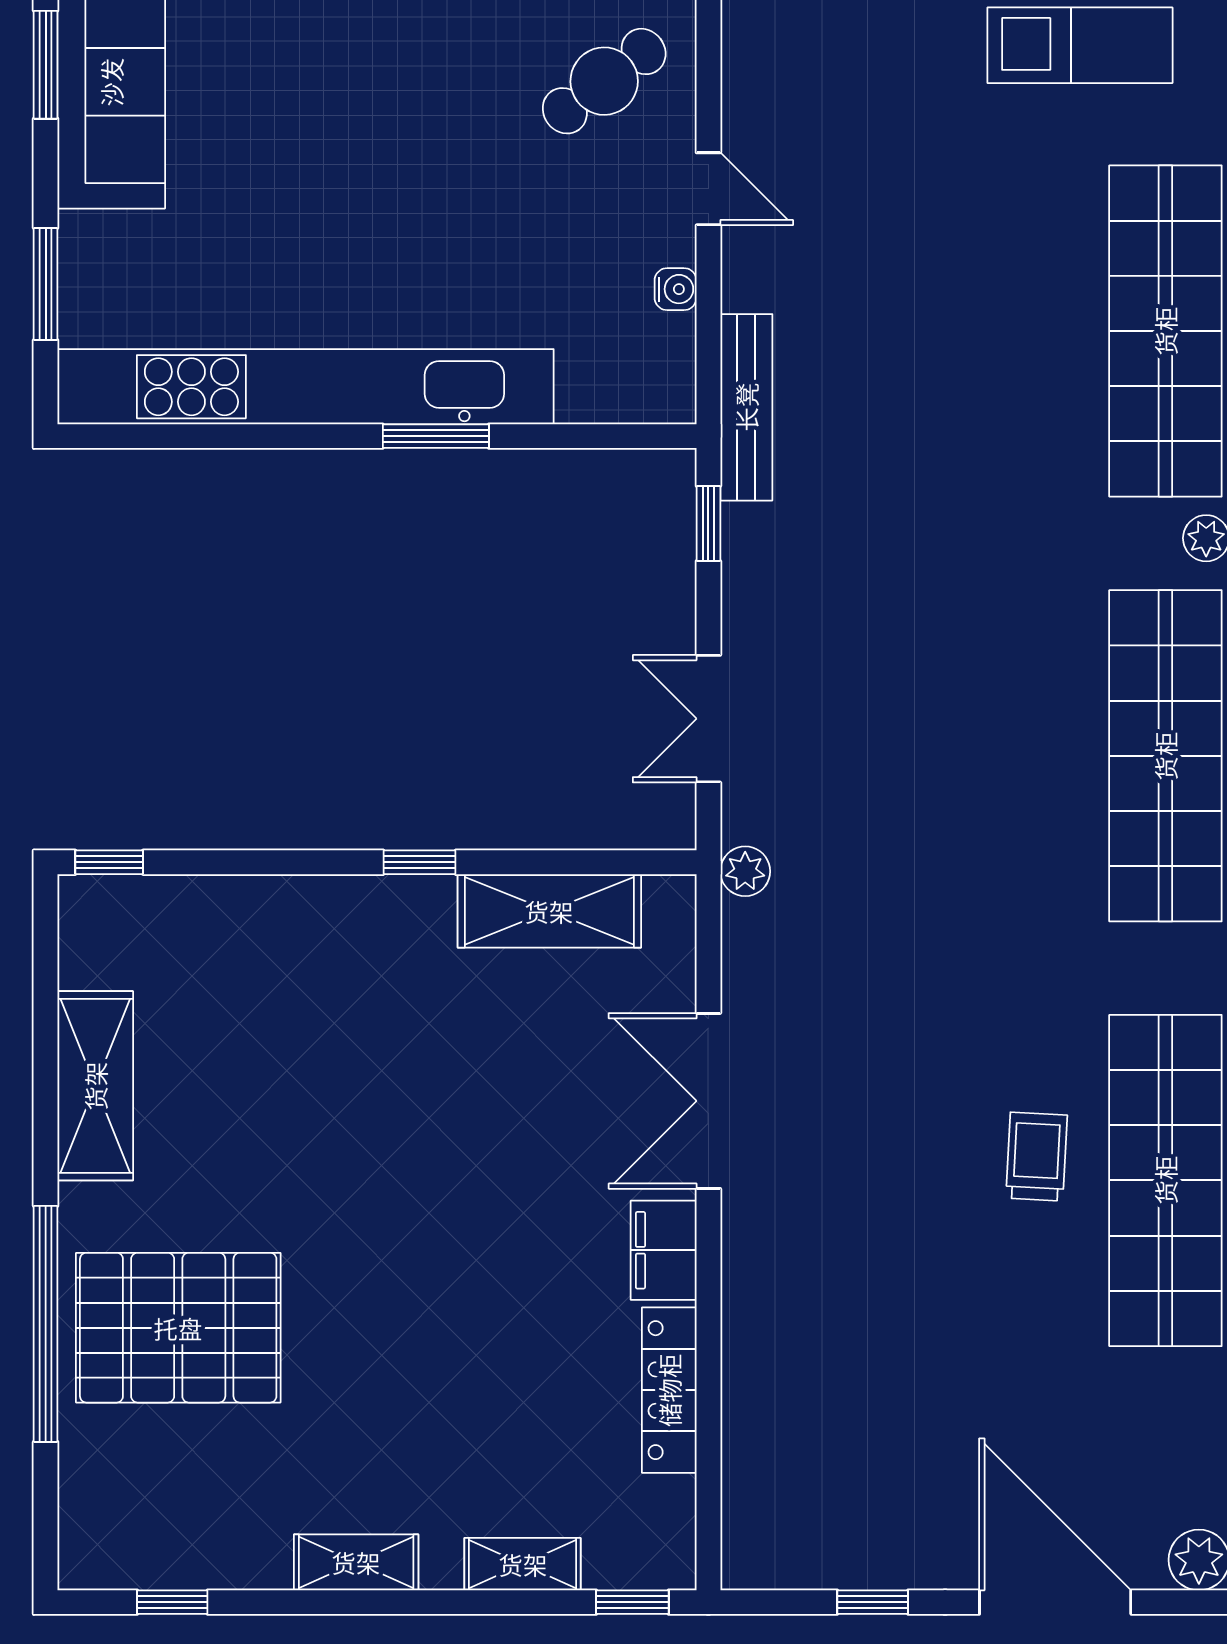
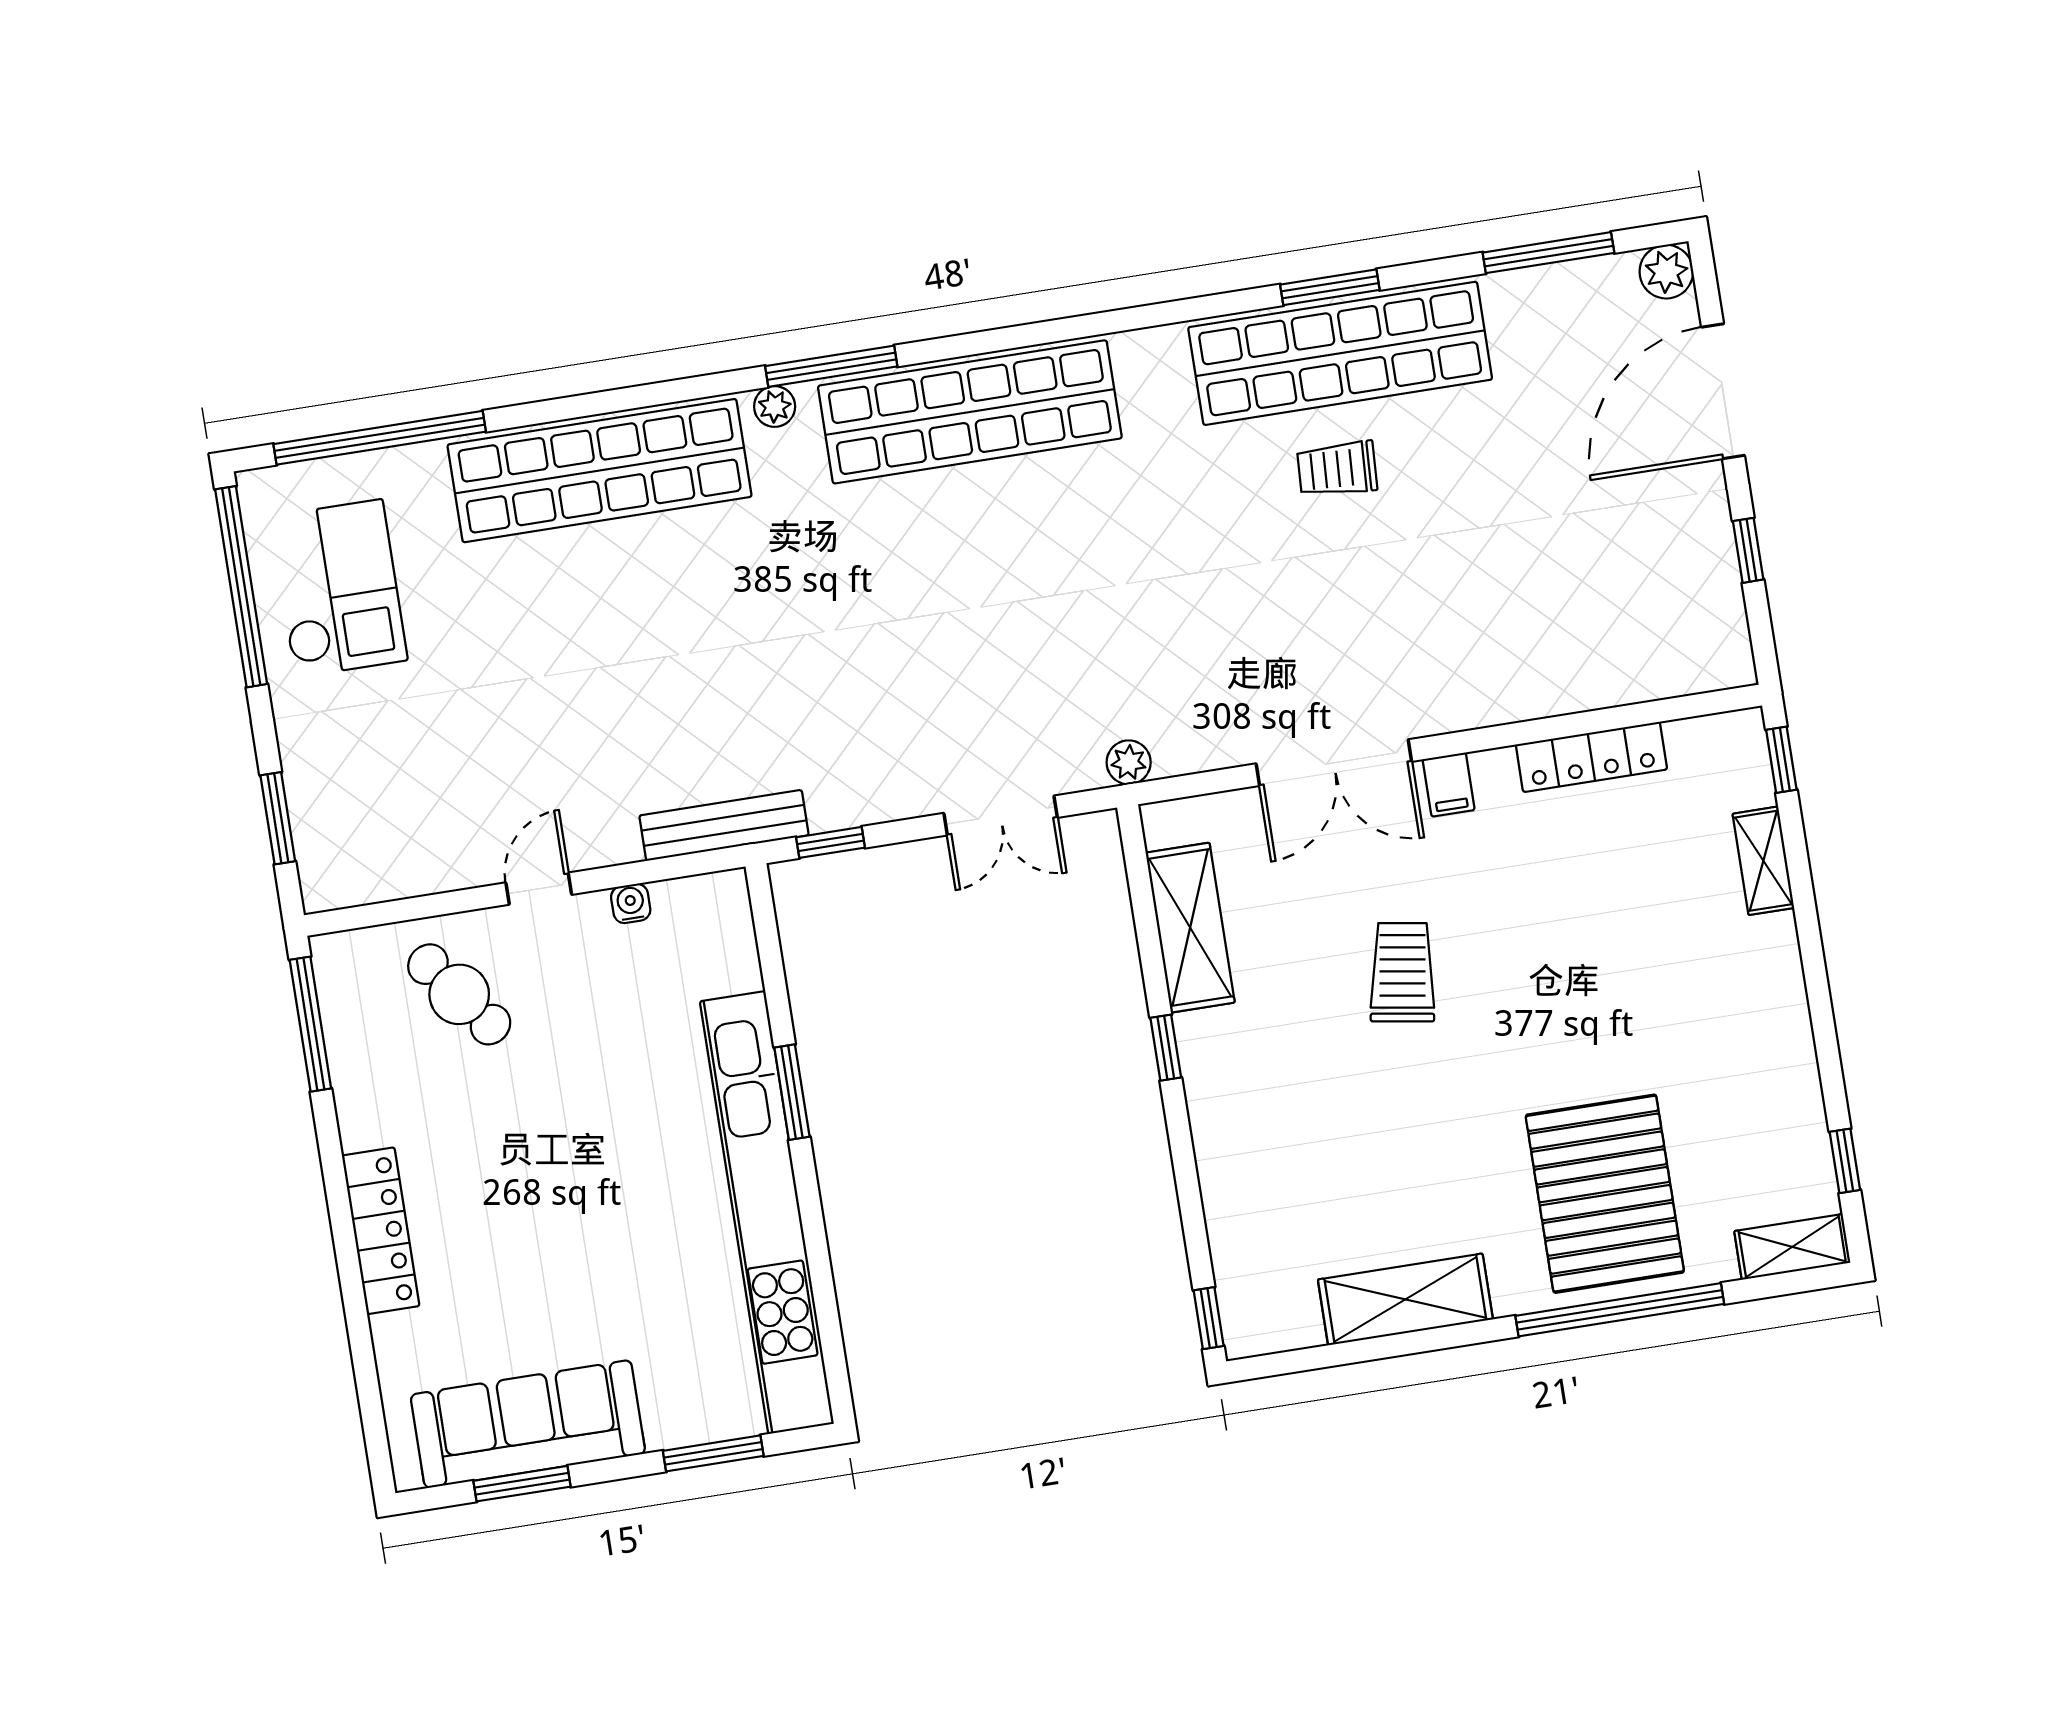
trolley: (462, 1140) -> (1402, 972), added
filing cabinet: (664, 1250) -> (1449, 785), width x0.50
shelving: (356, 1562) -> (1792, 1247), moved, turned 90

